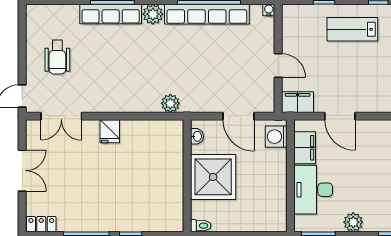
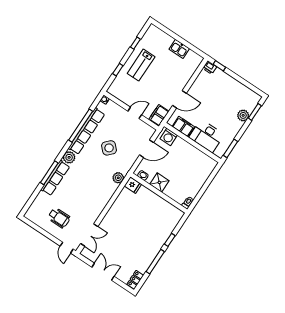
side table: (204, 62) -> (109, 148), added
fridge: (110, 131) -> (133, 185), moved
shower: (213, 177) -> (159, 182), width x0.54, depth x0.54
plant: (353, 222) -> (243, 115), moved

